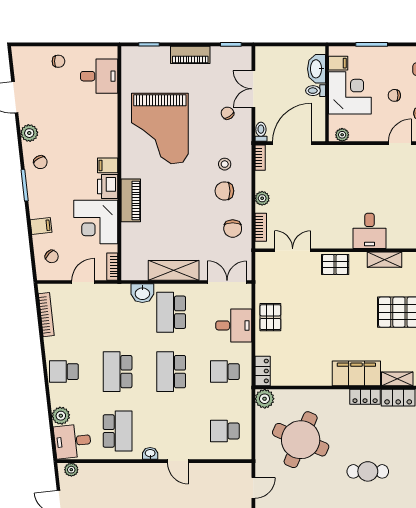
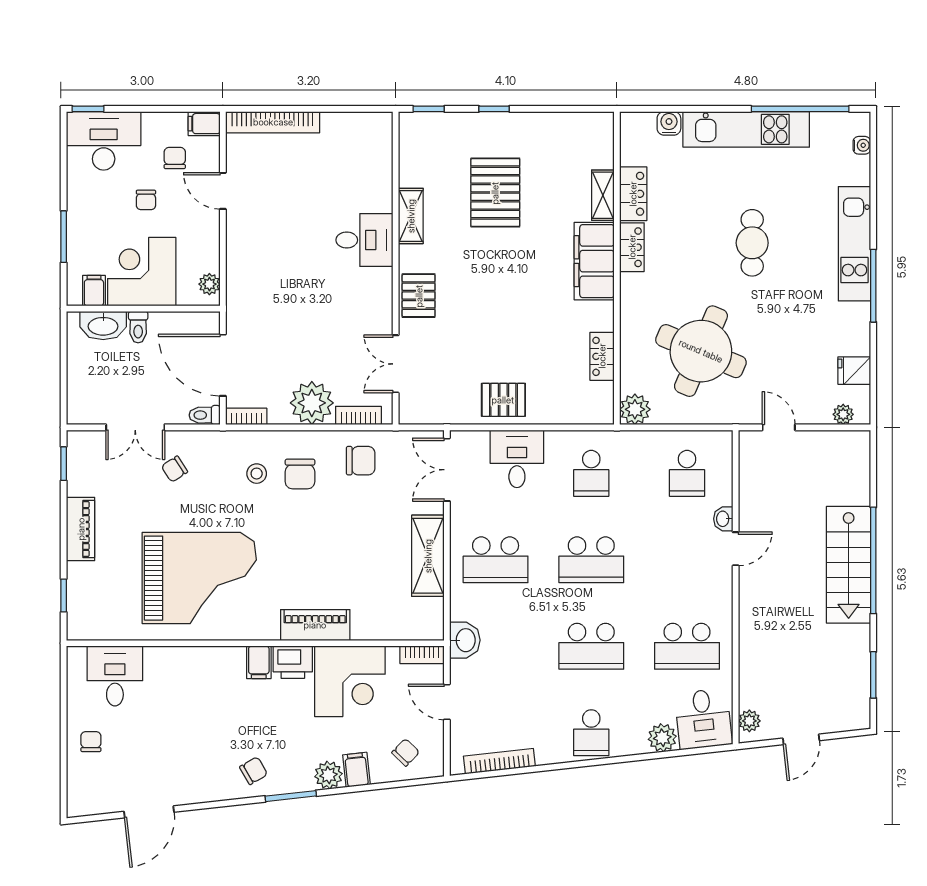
plant: (29, 133) -> (328, 775), moved
plant: (262, 198) -> (312, 403), width x1.88, depth x1.88
washbasin: (142, 293) -> (465, 640), moved
locker: (263, 371) -> (602, 356), moved, turned -90
school desk: (118, 431) -> (687, 646), turned 180
washbasin: (150, 453) -> (723, 519), moved

